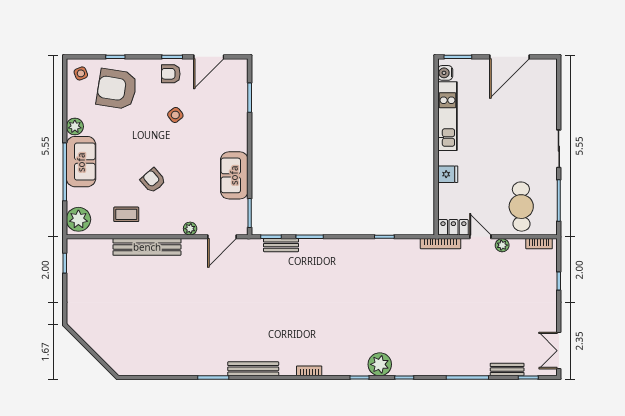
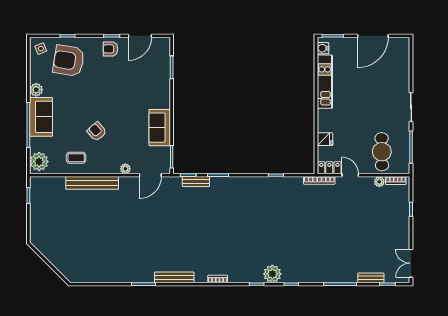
side table: (175, 115) -> (114, 81), removed
fridge: (448, 174) -> (325, 139), moved
plant: (502, 245) -> (379, 182), moved

